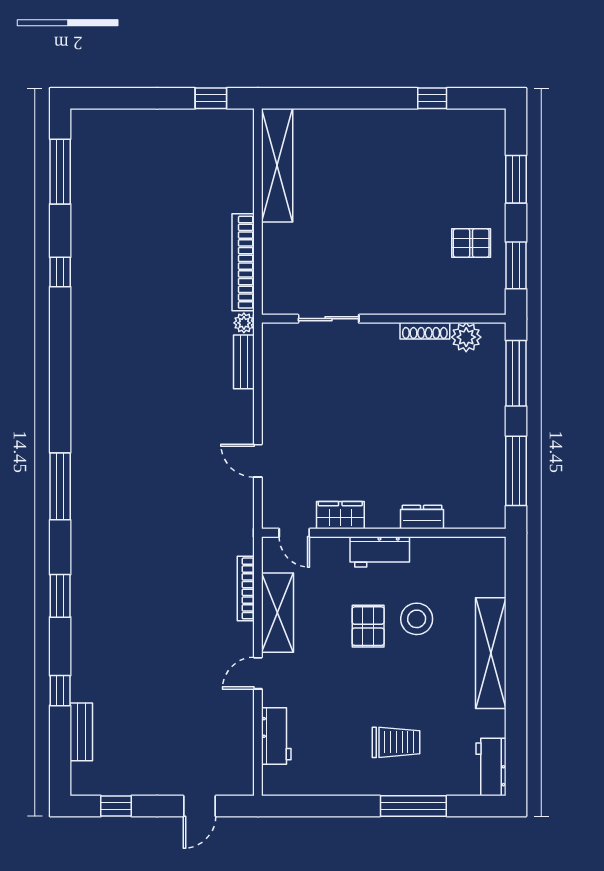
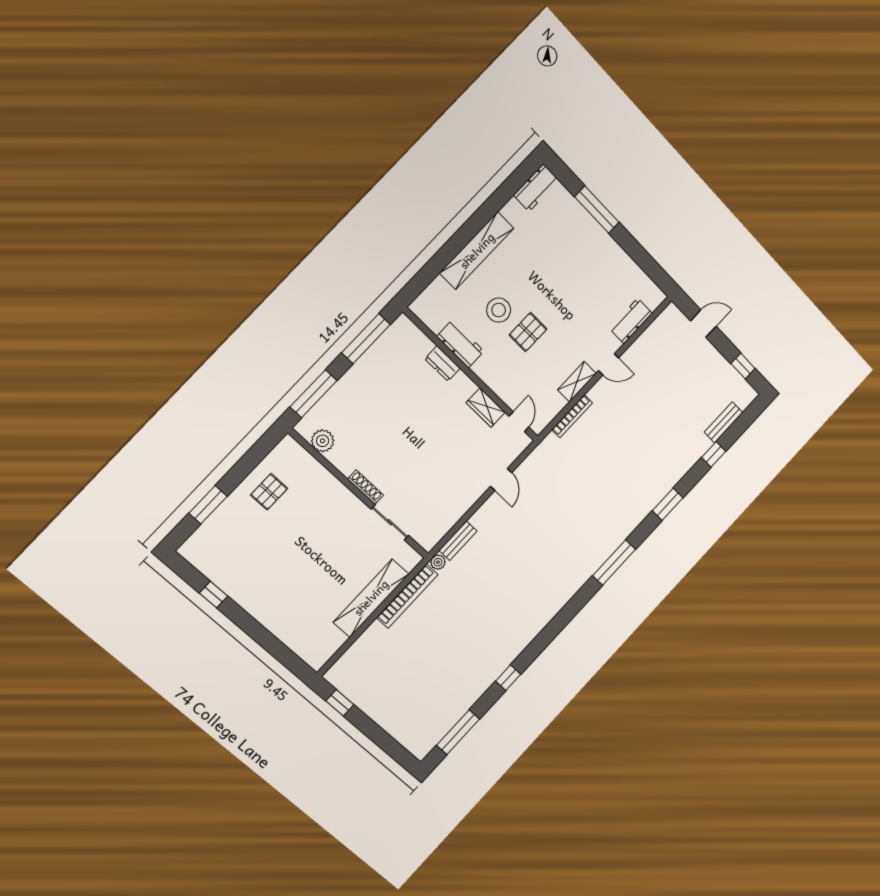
shelving: (277, 165) -> (371, 598), moved
pallet: (471, 243) -> (269, 492), turned 90
window: (516, 265) -> (255, 455), removed
shoe rack: (425, 331) -> (366, 487), moved
workbench: (380, 552) -> (460, 344), moved
shelving: (278, 613) -> (577, 382), width x0.67, depth x0.75
trolley: (396, 742) -> (573, 254), removed

